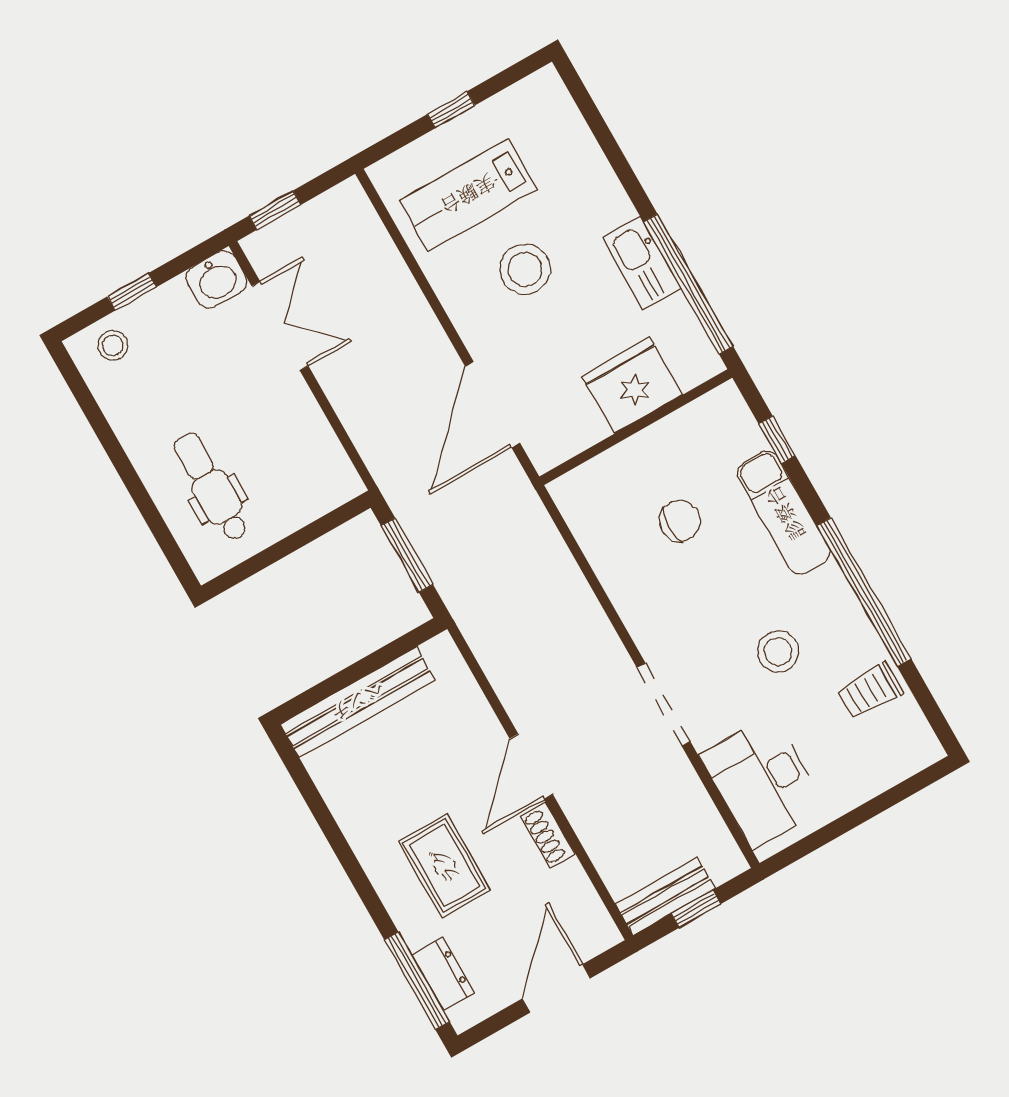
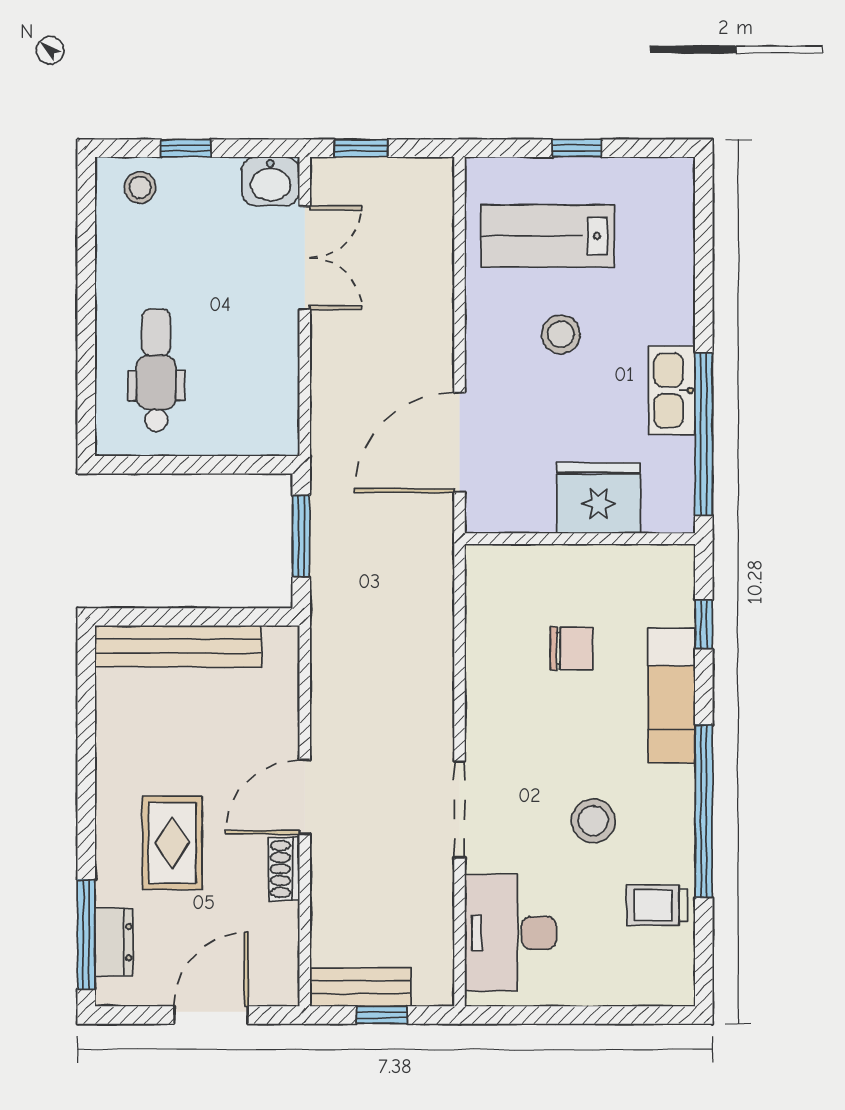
stool: (525, 269) -> (561, 334), width x0.73, depth x0.73

